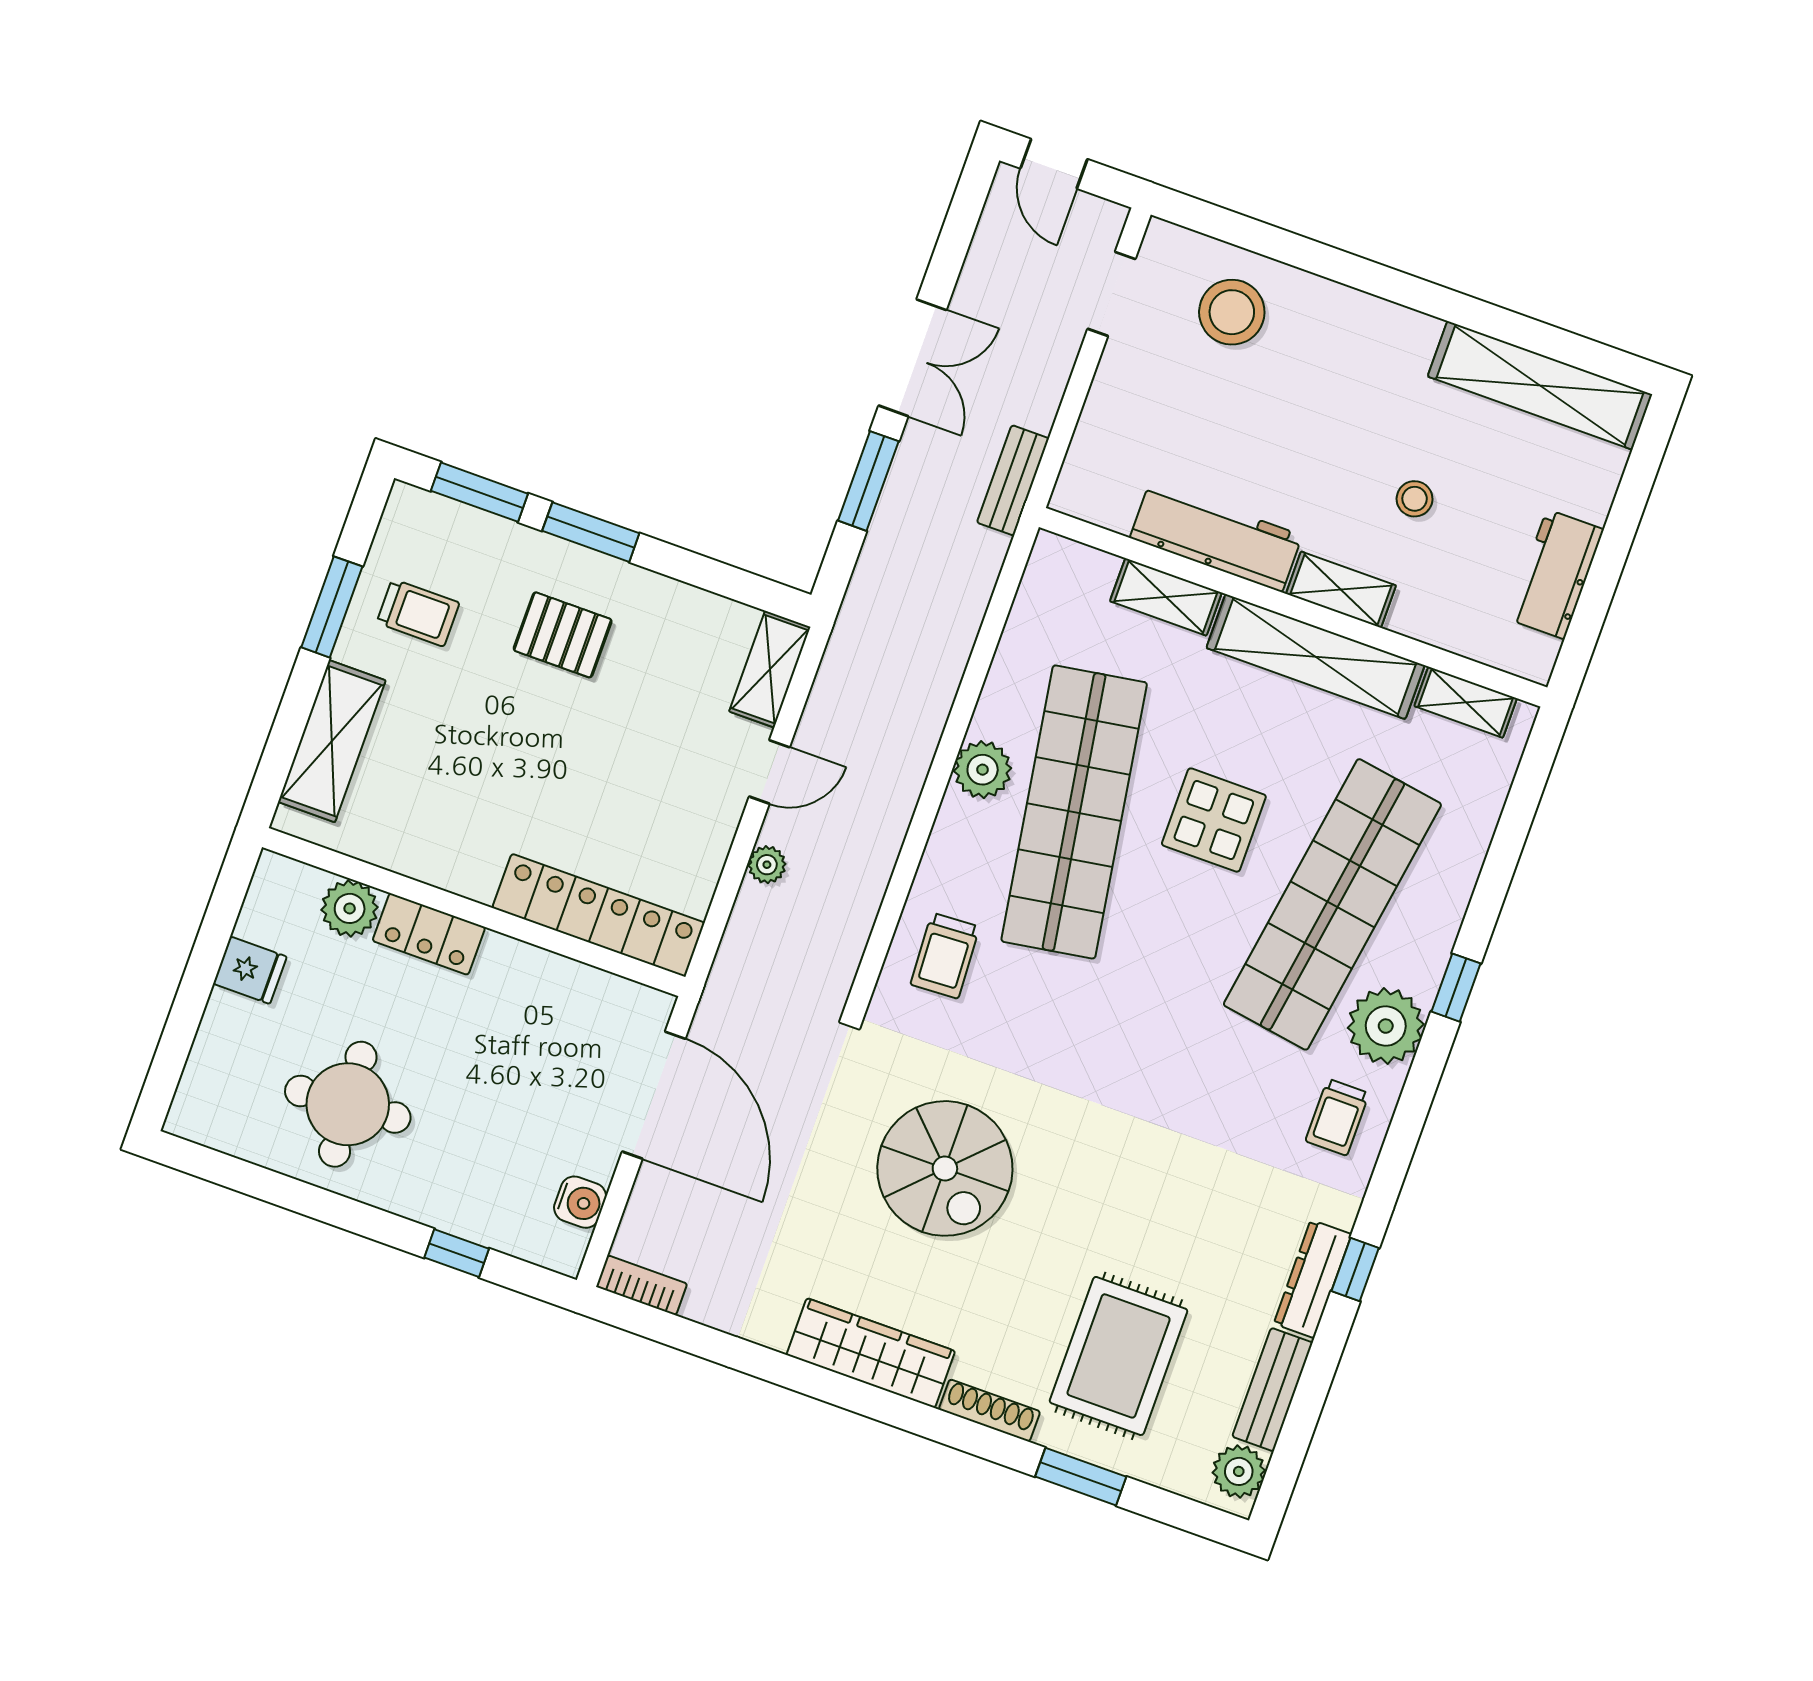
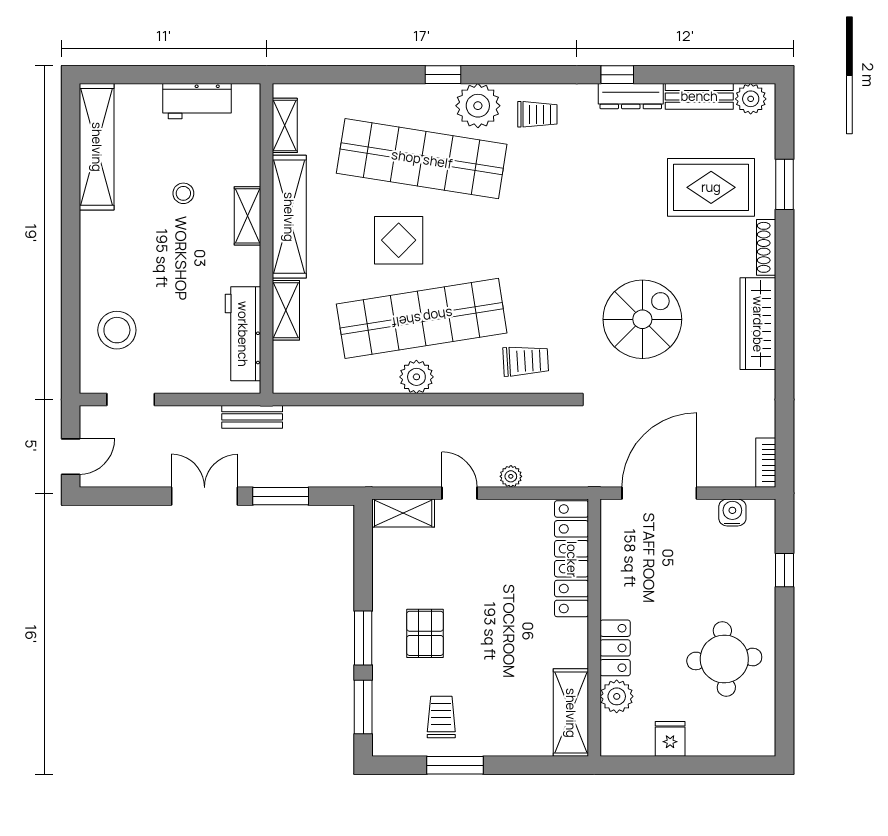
workbench: (1216, 537) -> (243, 334), moved
shelving: (332, 741) -> (571, 713), moved, turned 90

